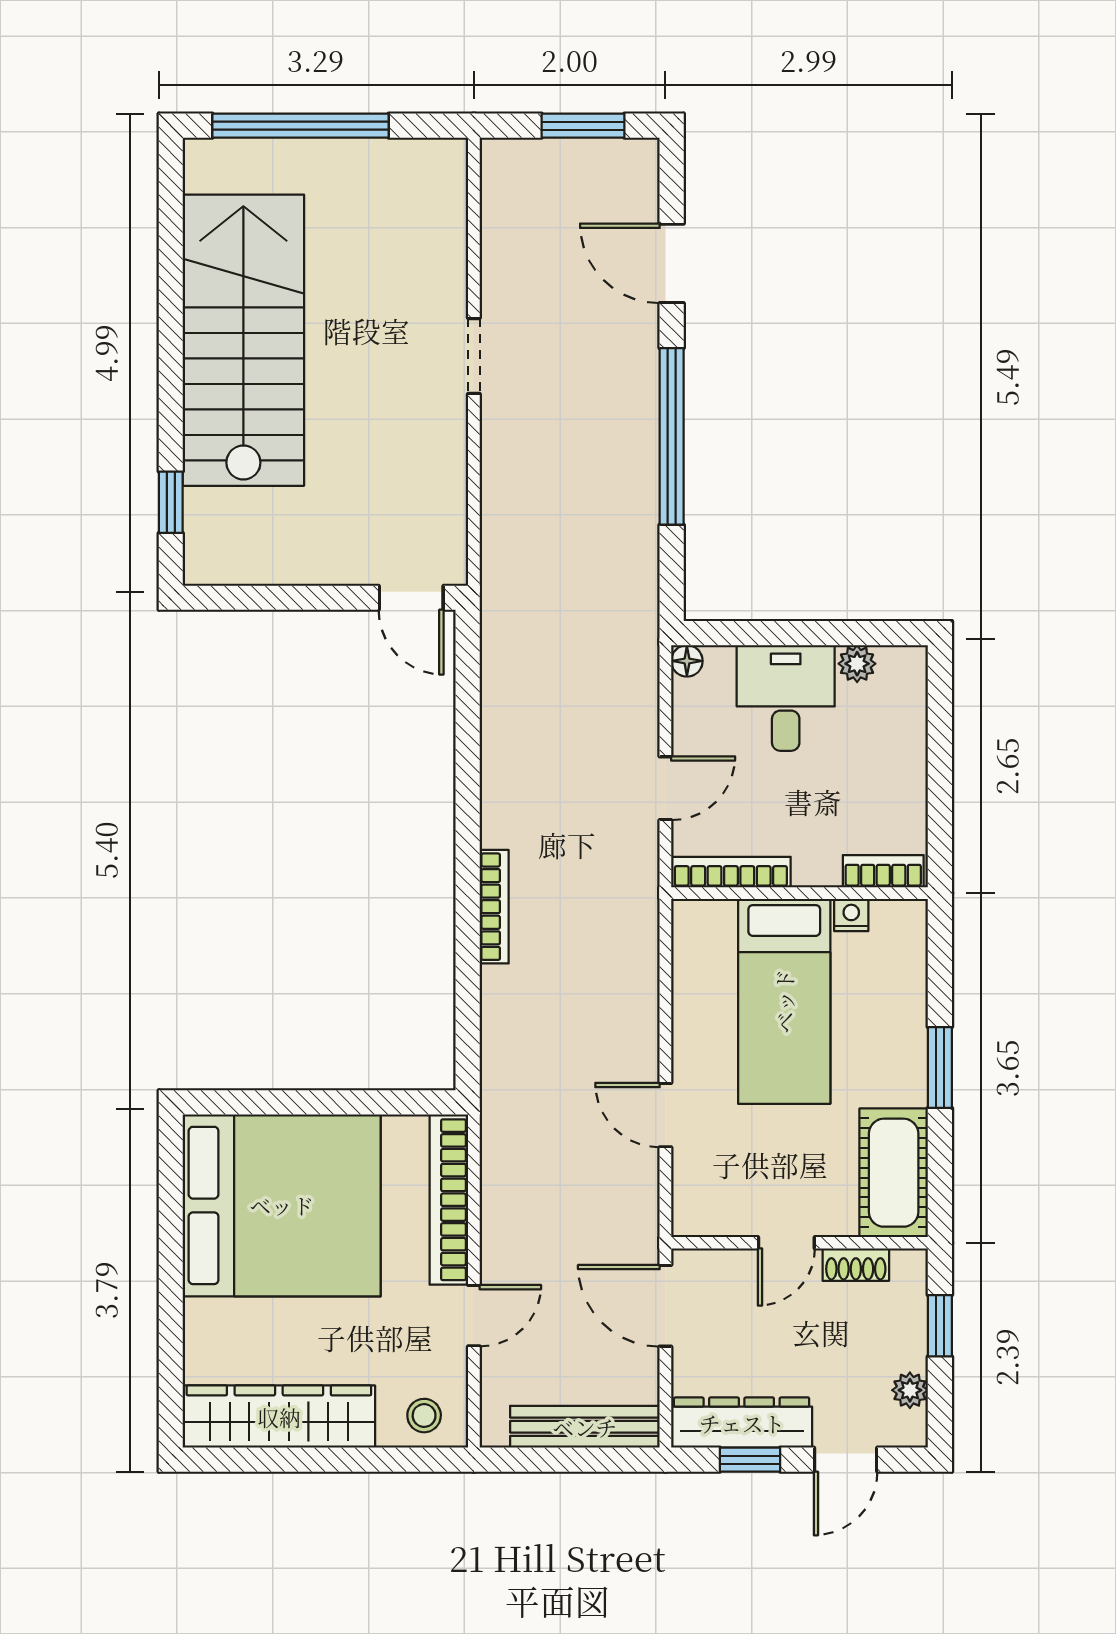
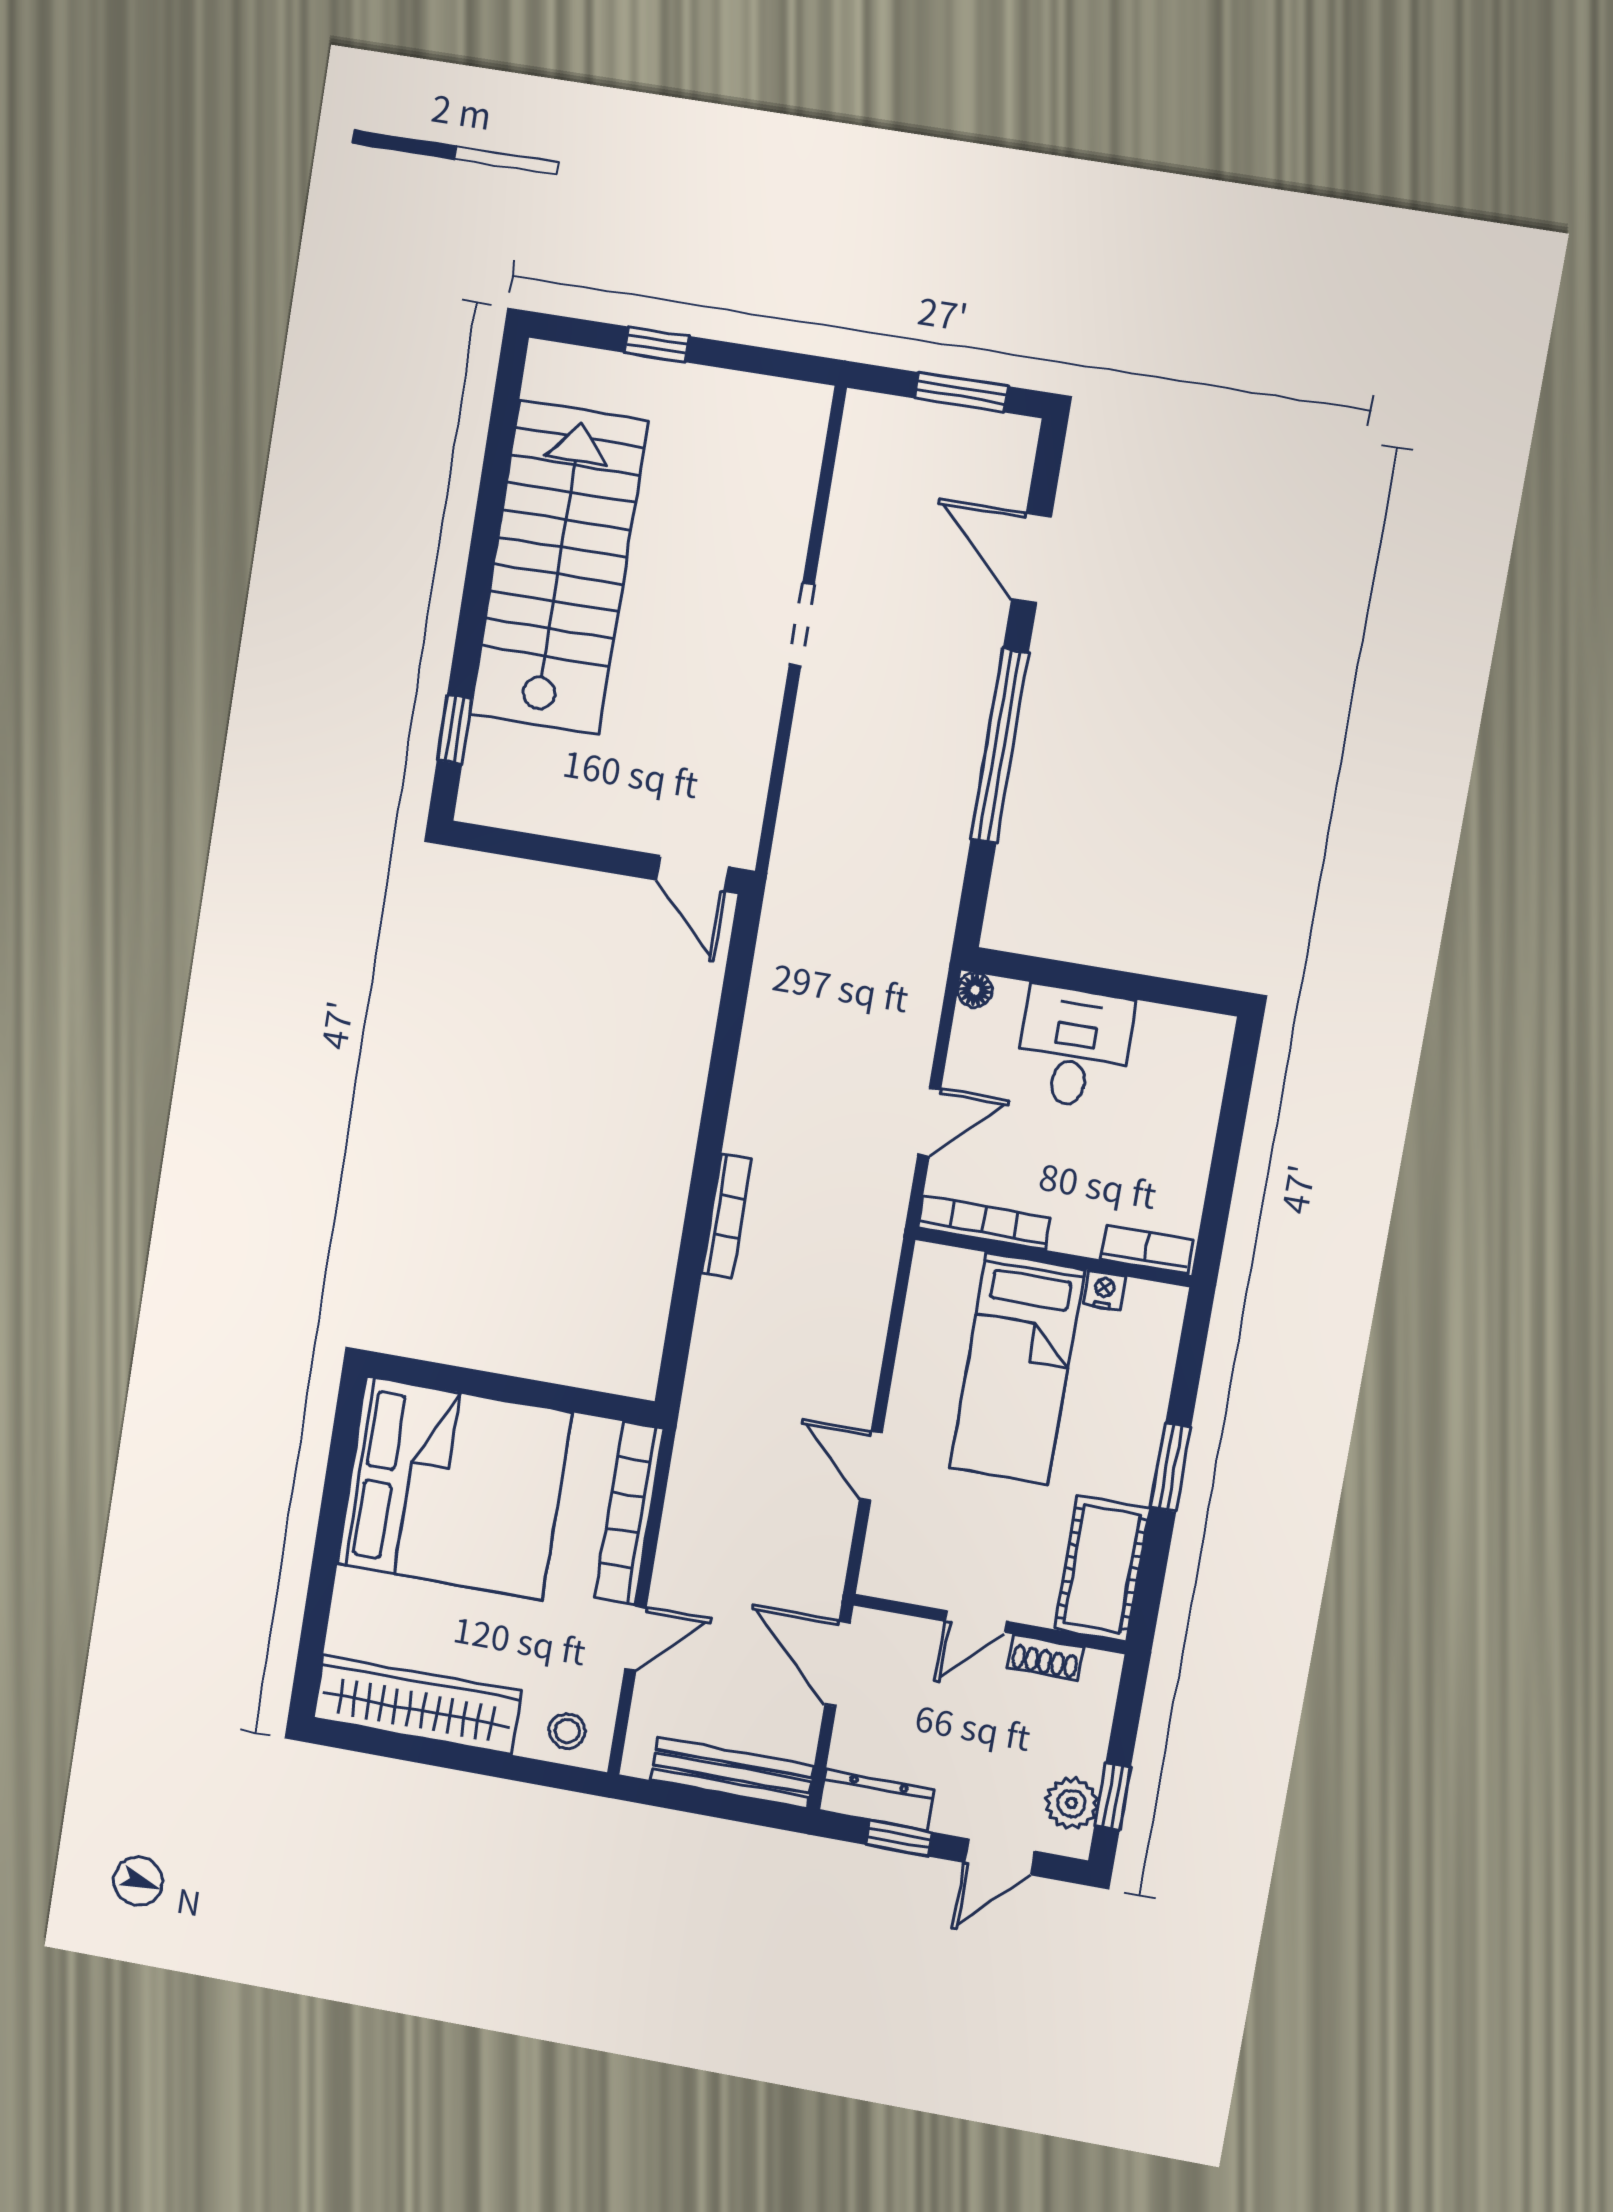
window: (301, 126) -> (657, 344), width x0.32
plant: (857, 664) -> (1157, 1024), removed
window: (940, 1326) -> (1113, 1796), moved
plant: (910, 1390) -> (1071, 1803), width x1.38, depth x1.38
dresser: (742, 1423) -> (876, 1800), width x0.73, depth x0.80

